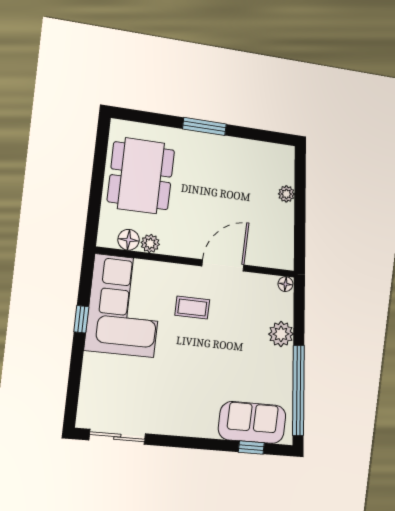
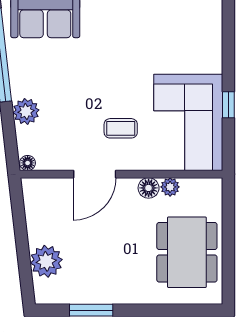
window: (204, 126) -> (91, 310), moved
plant: (286, 194) -> (46, 261), width x1.87, depth x1.87
floor lamp: (129, 240) -> (149, 188), moved

